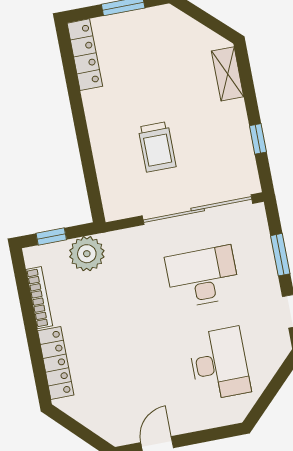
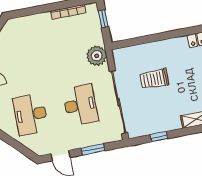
plant: (87, 254) -> (97, 56), moved
locker: (56, 363) -> (31, 21), removed
desk: (219, 364) -> (31, 115), turned 90

